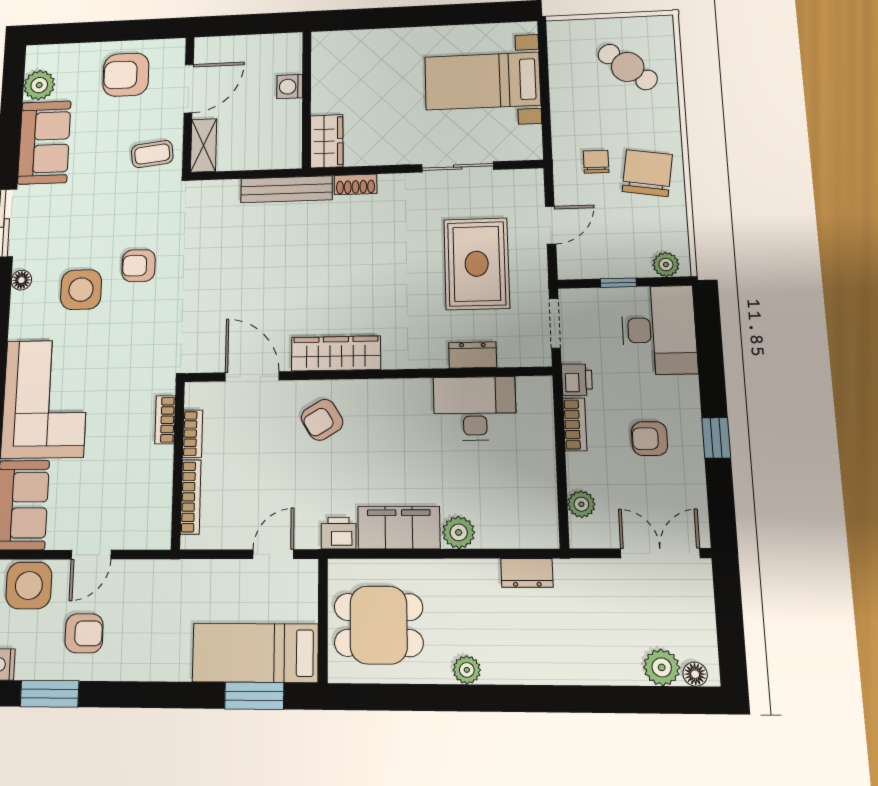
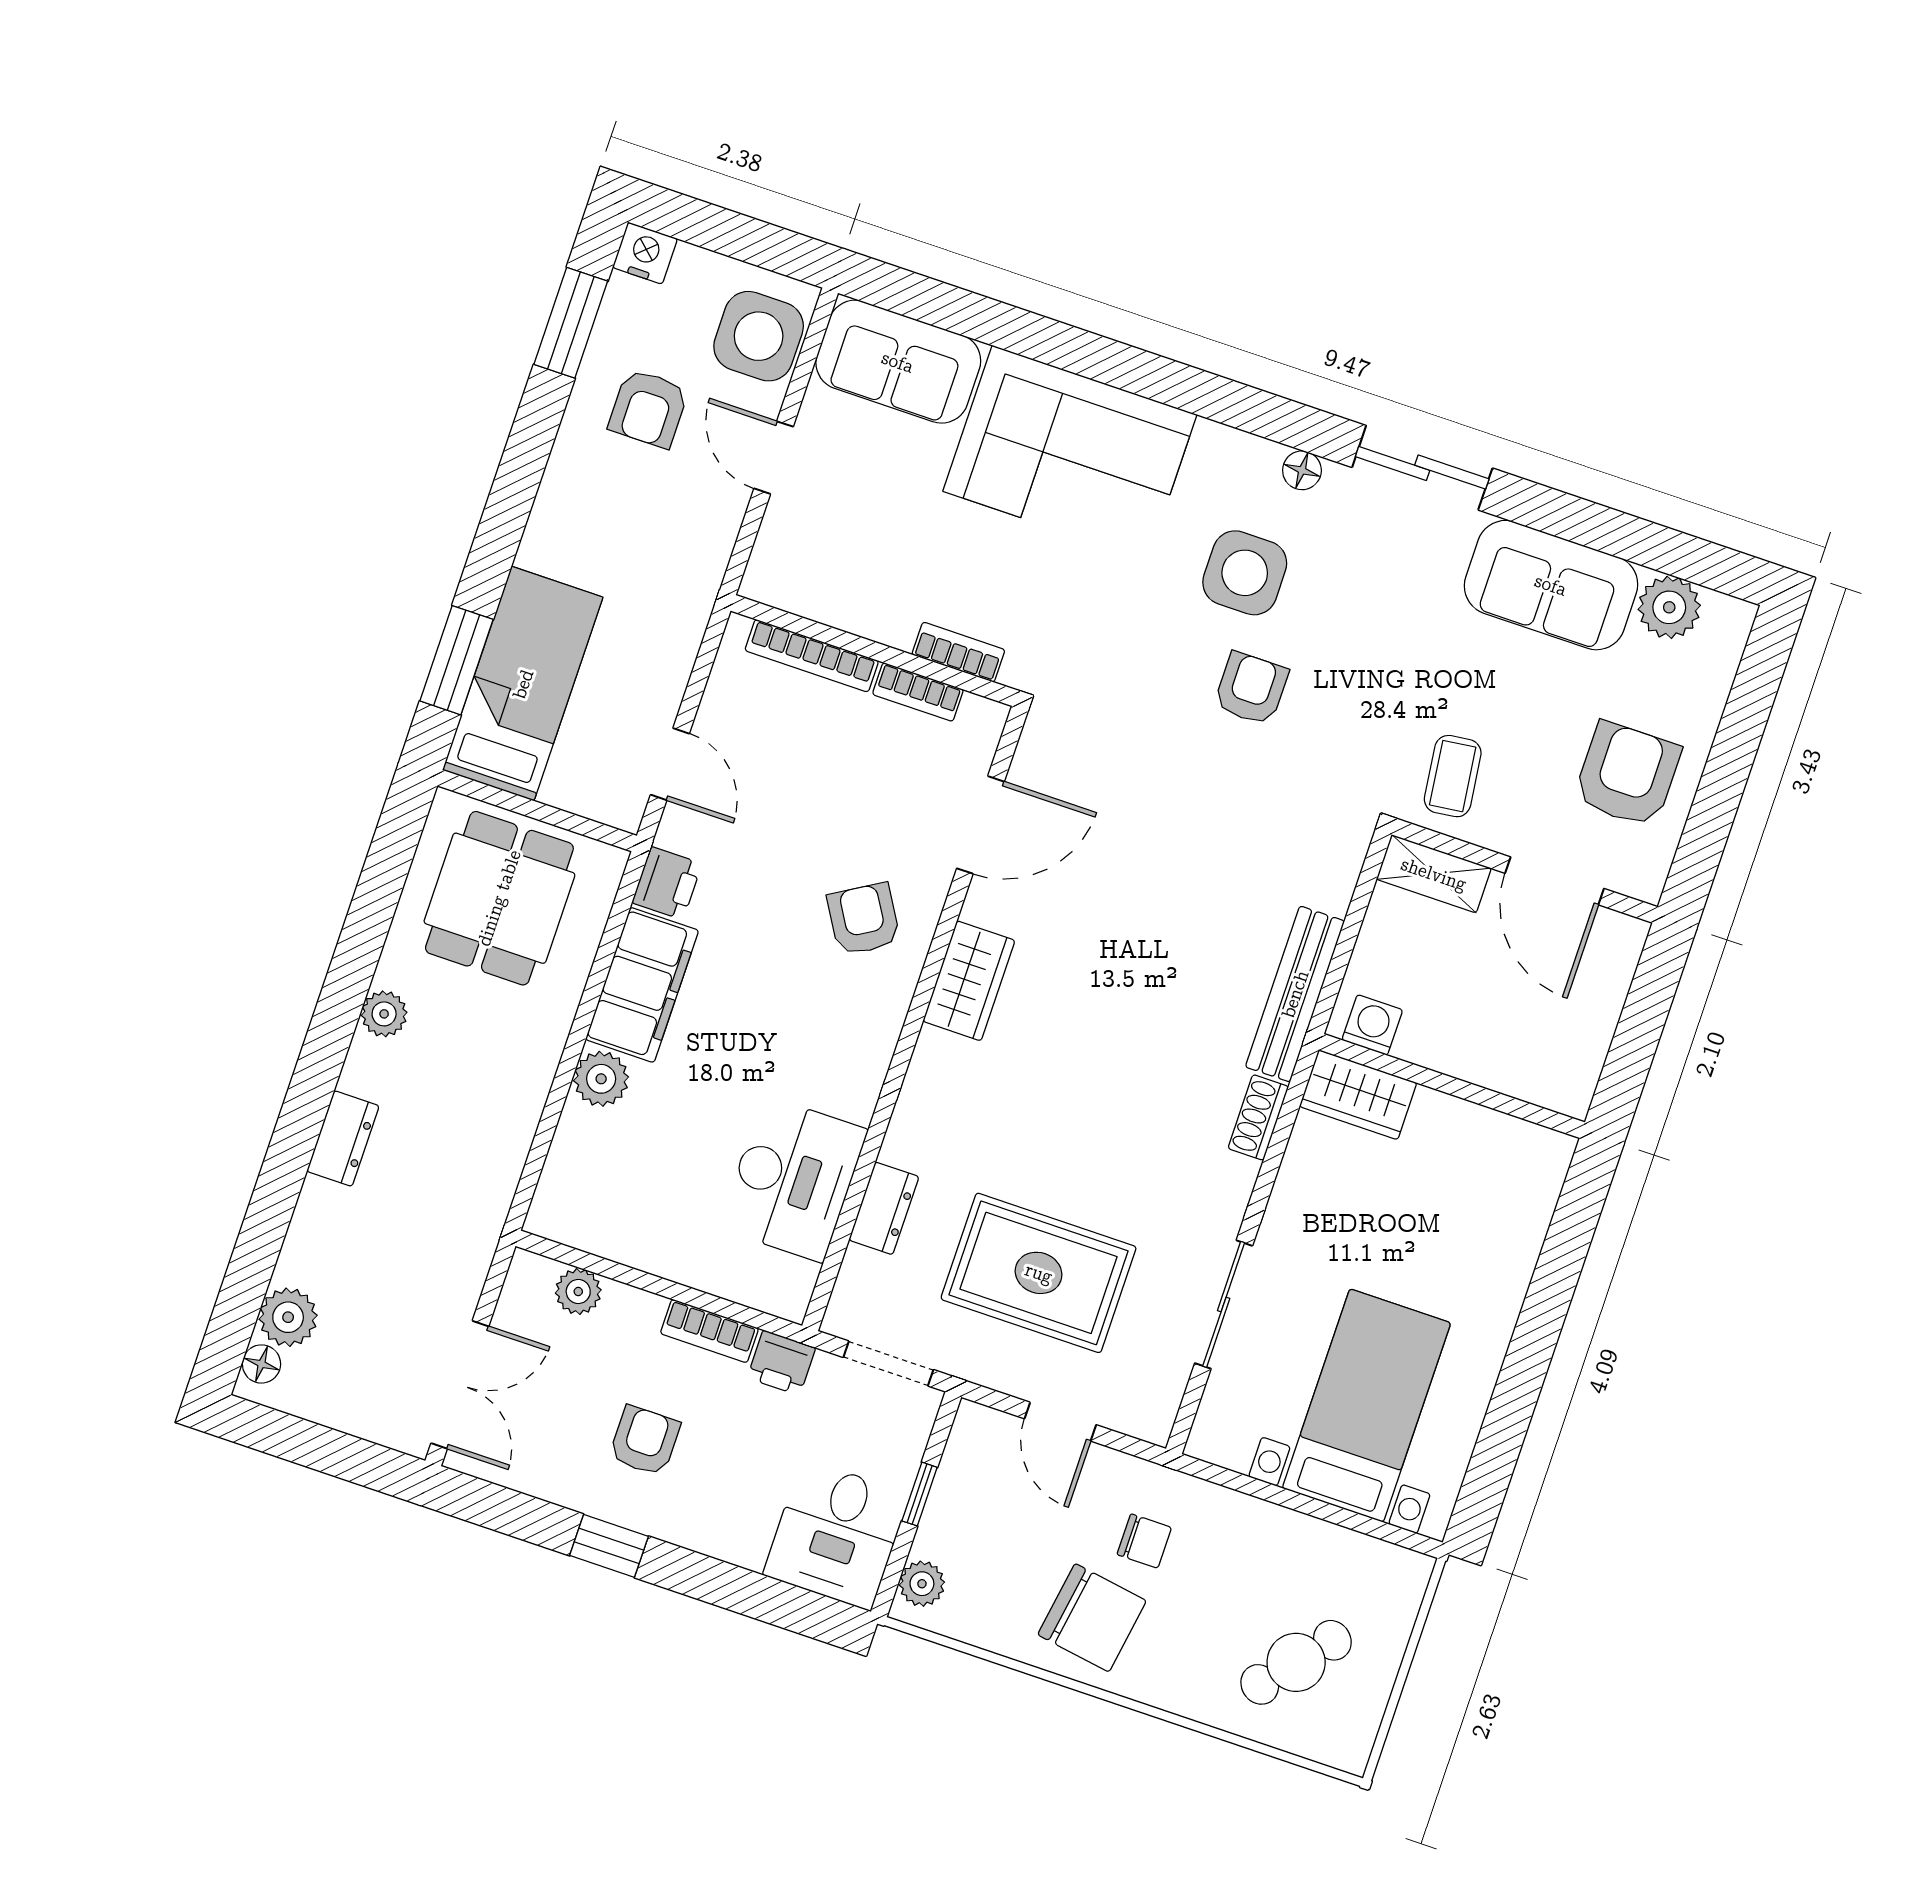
washing machine: (290, 87) -> (1372, 1025), moved
desk: (659, 330) -> (836, 1534), width x0.73
wardrobe: (336, 353) -> (969, 981), width x0.67
dresser: (527, 573) -> (343, 1139), moved, turned 180

